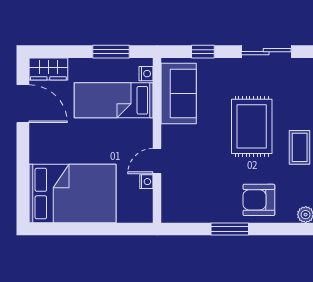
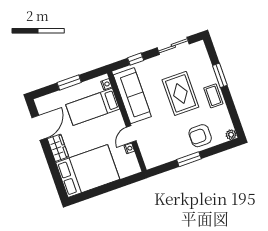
window: (111, 52) -> (69, 82), moved
wardrobe: (48, 69) -> (58, 148), moved, turned -90
sofa: (179, 94) -> (132, 96), width x1.36
door: (23, 104) -> (39, 128), hinge flipped

